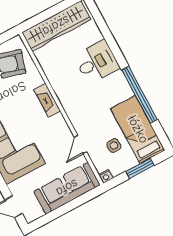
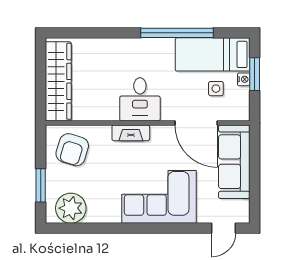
desk: (97, 62) -> (140, 99), moved, turned 180
door: (80, 145) -> (196, 123), width x1.88
nightstand: (106, 176) -> (244, 79), moved

